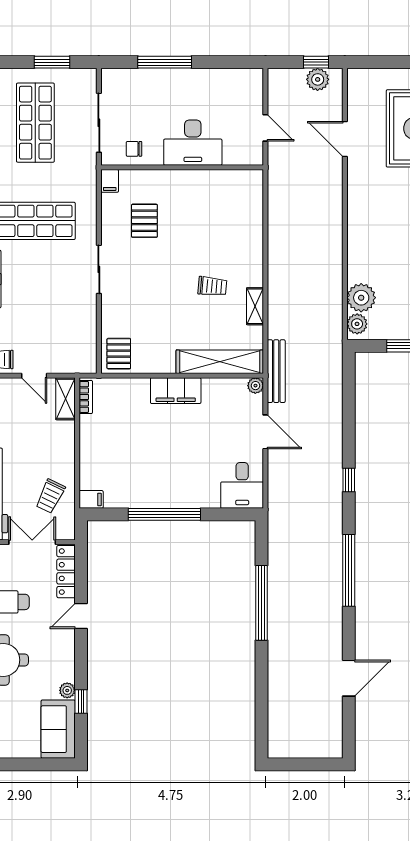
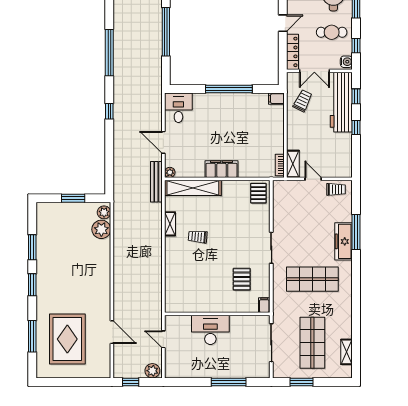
plant: (318, 79) -> (152, 371), moved
chair: (134, 149) -> (249, 326), removed

